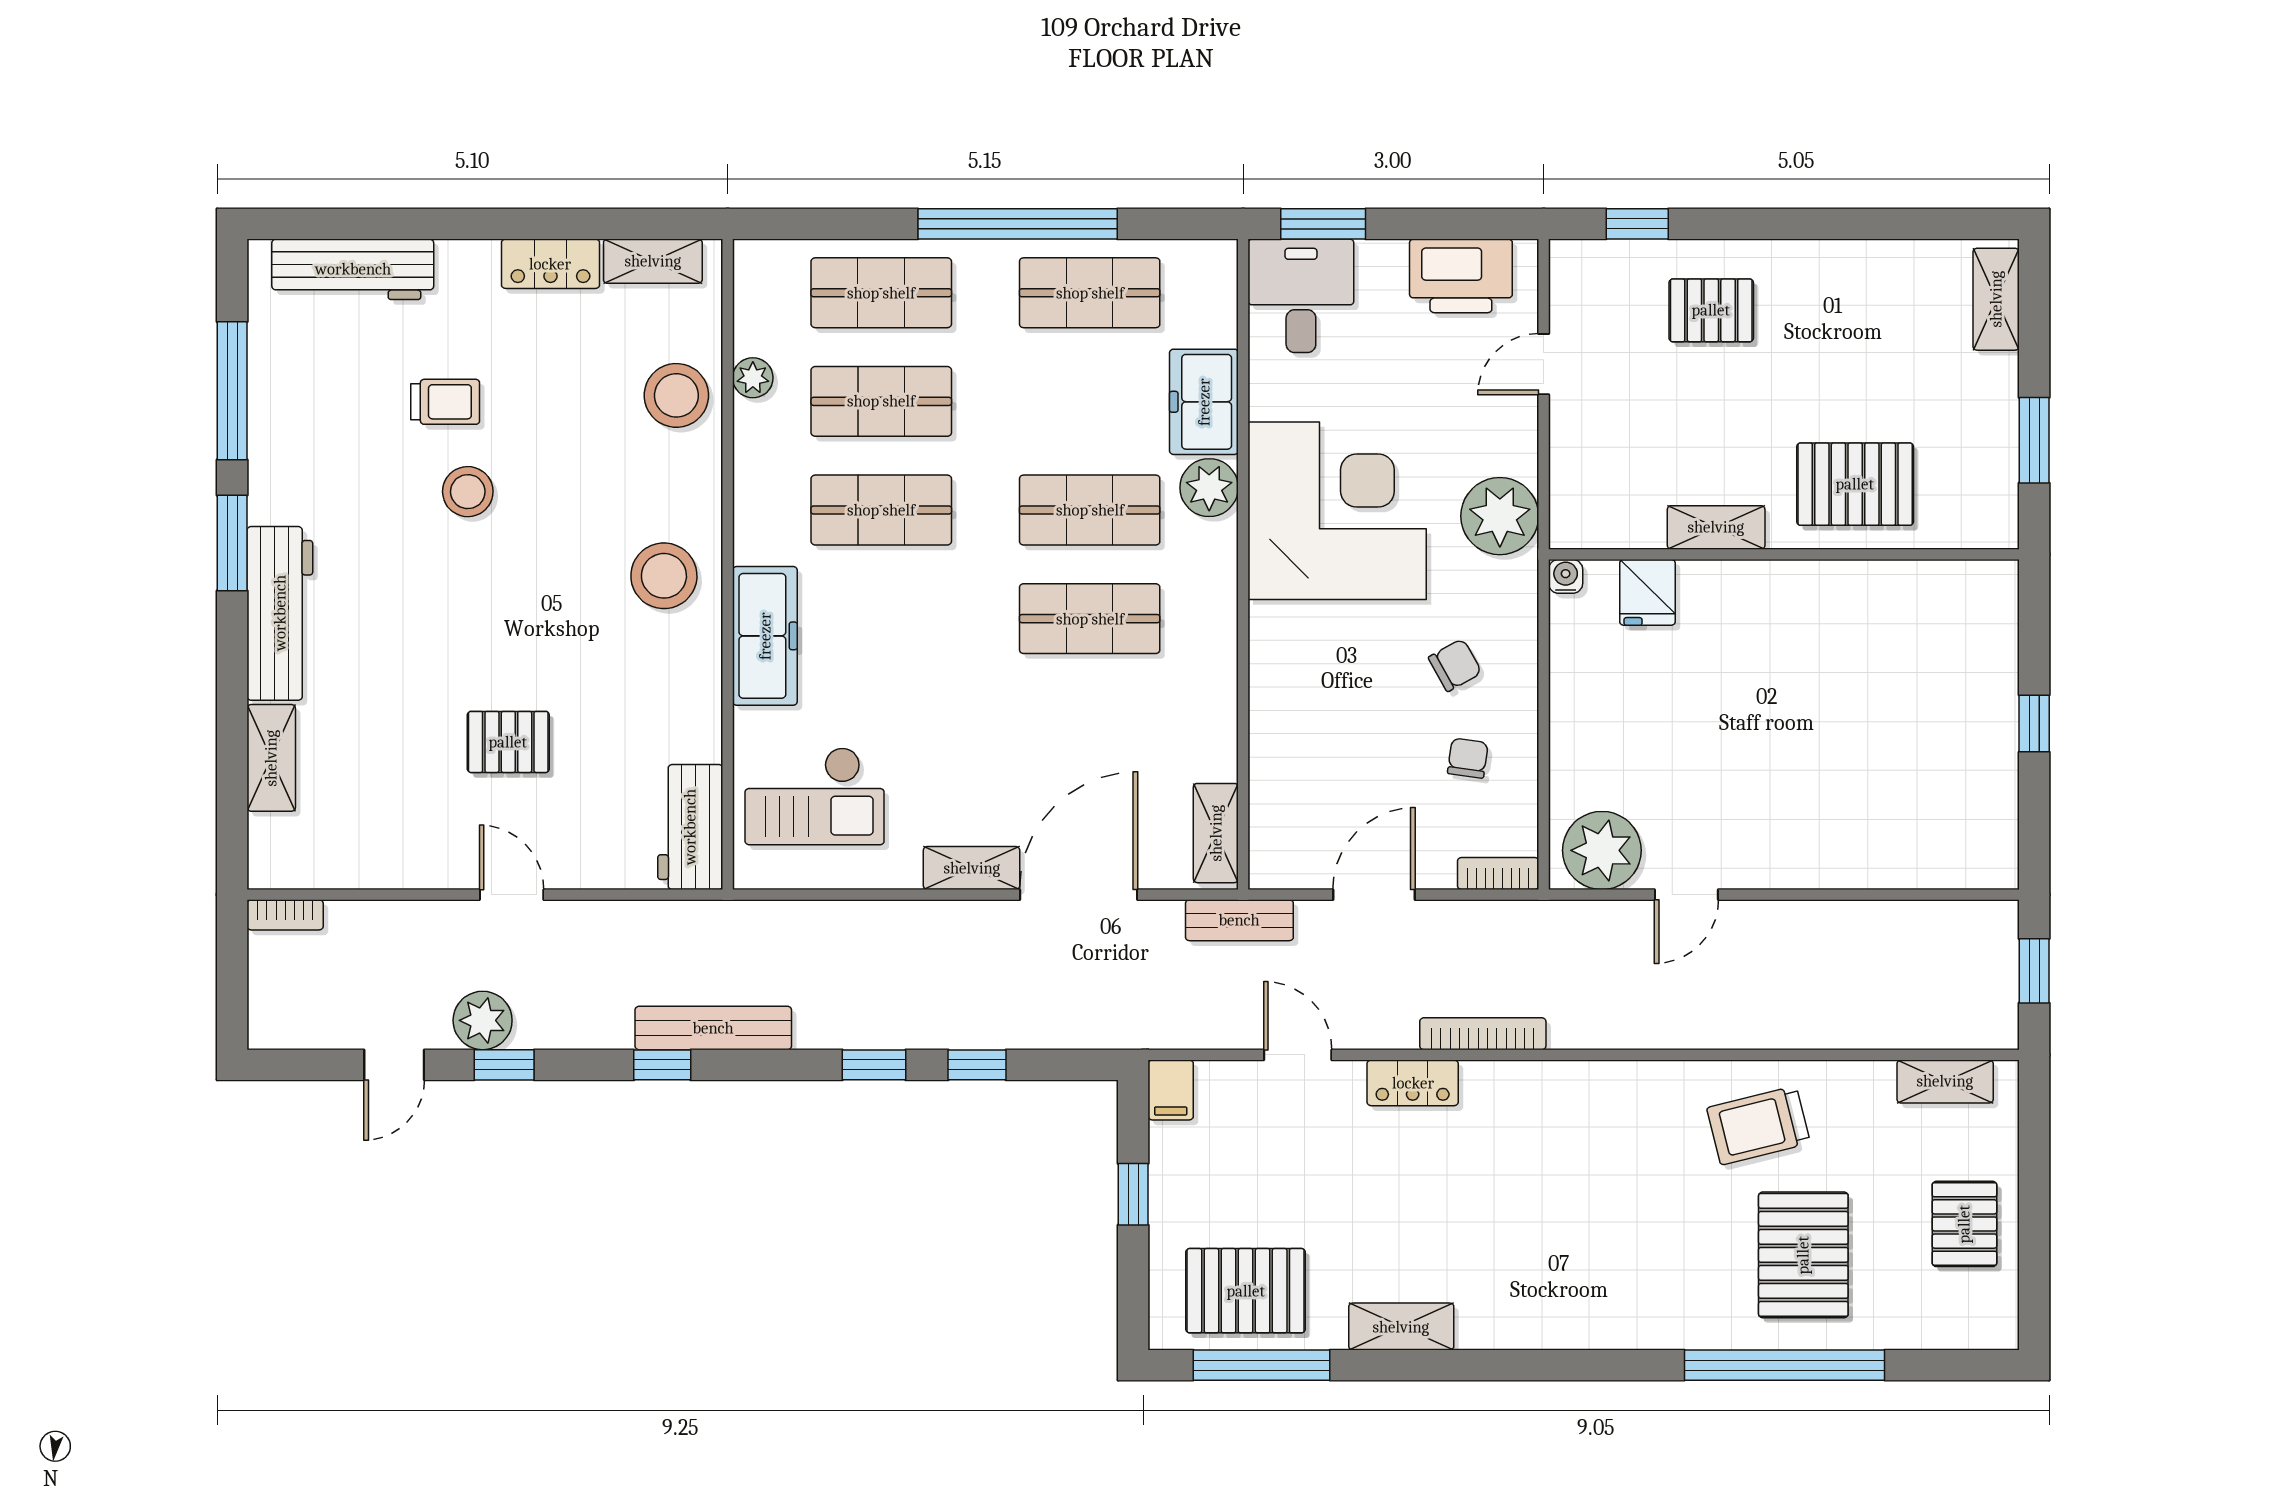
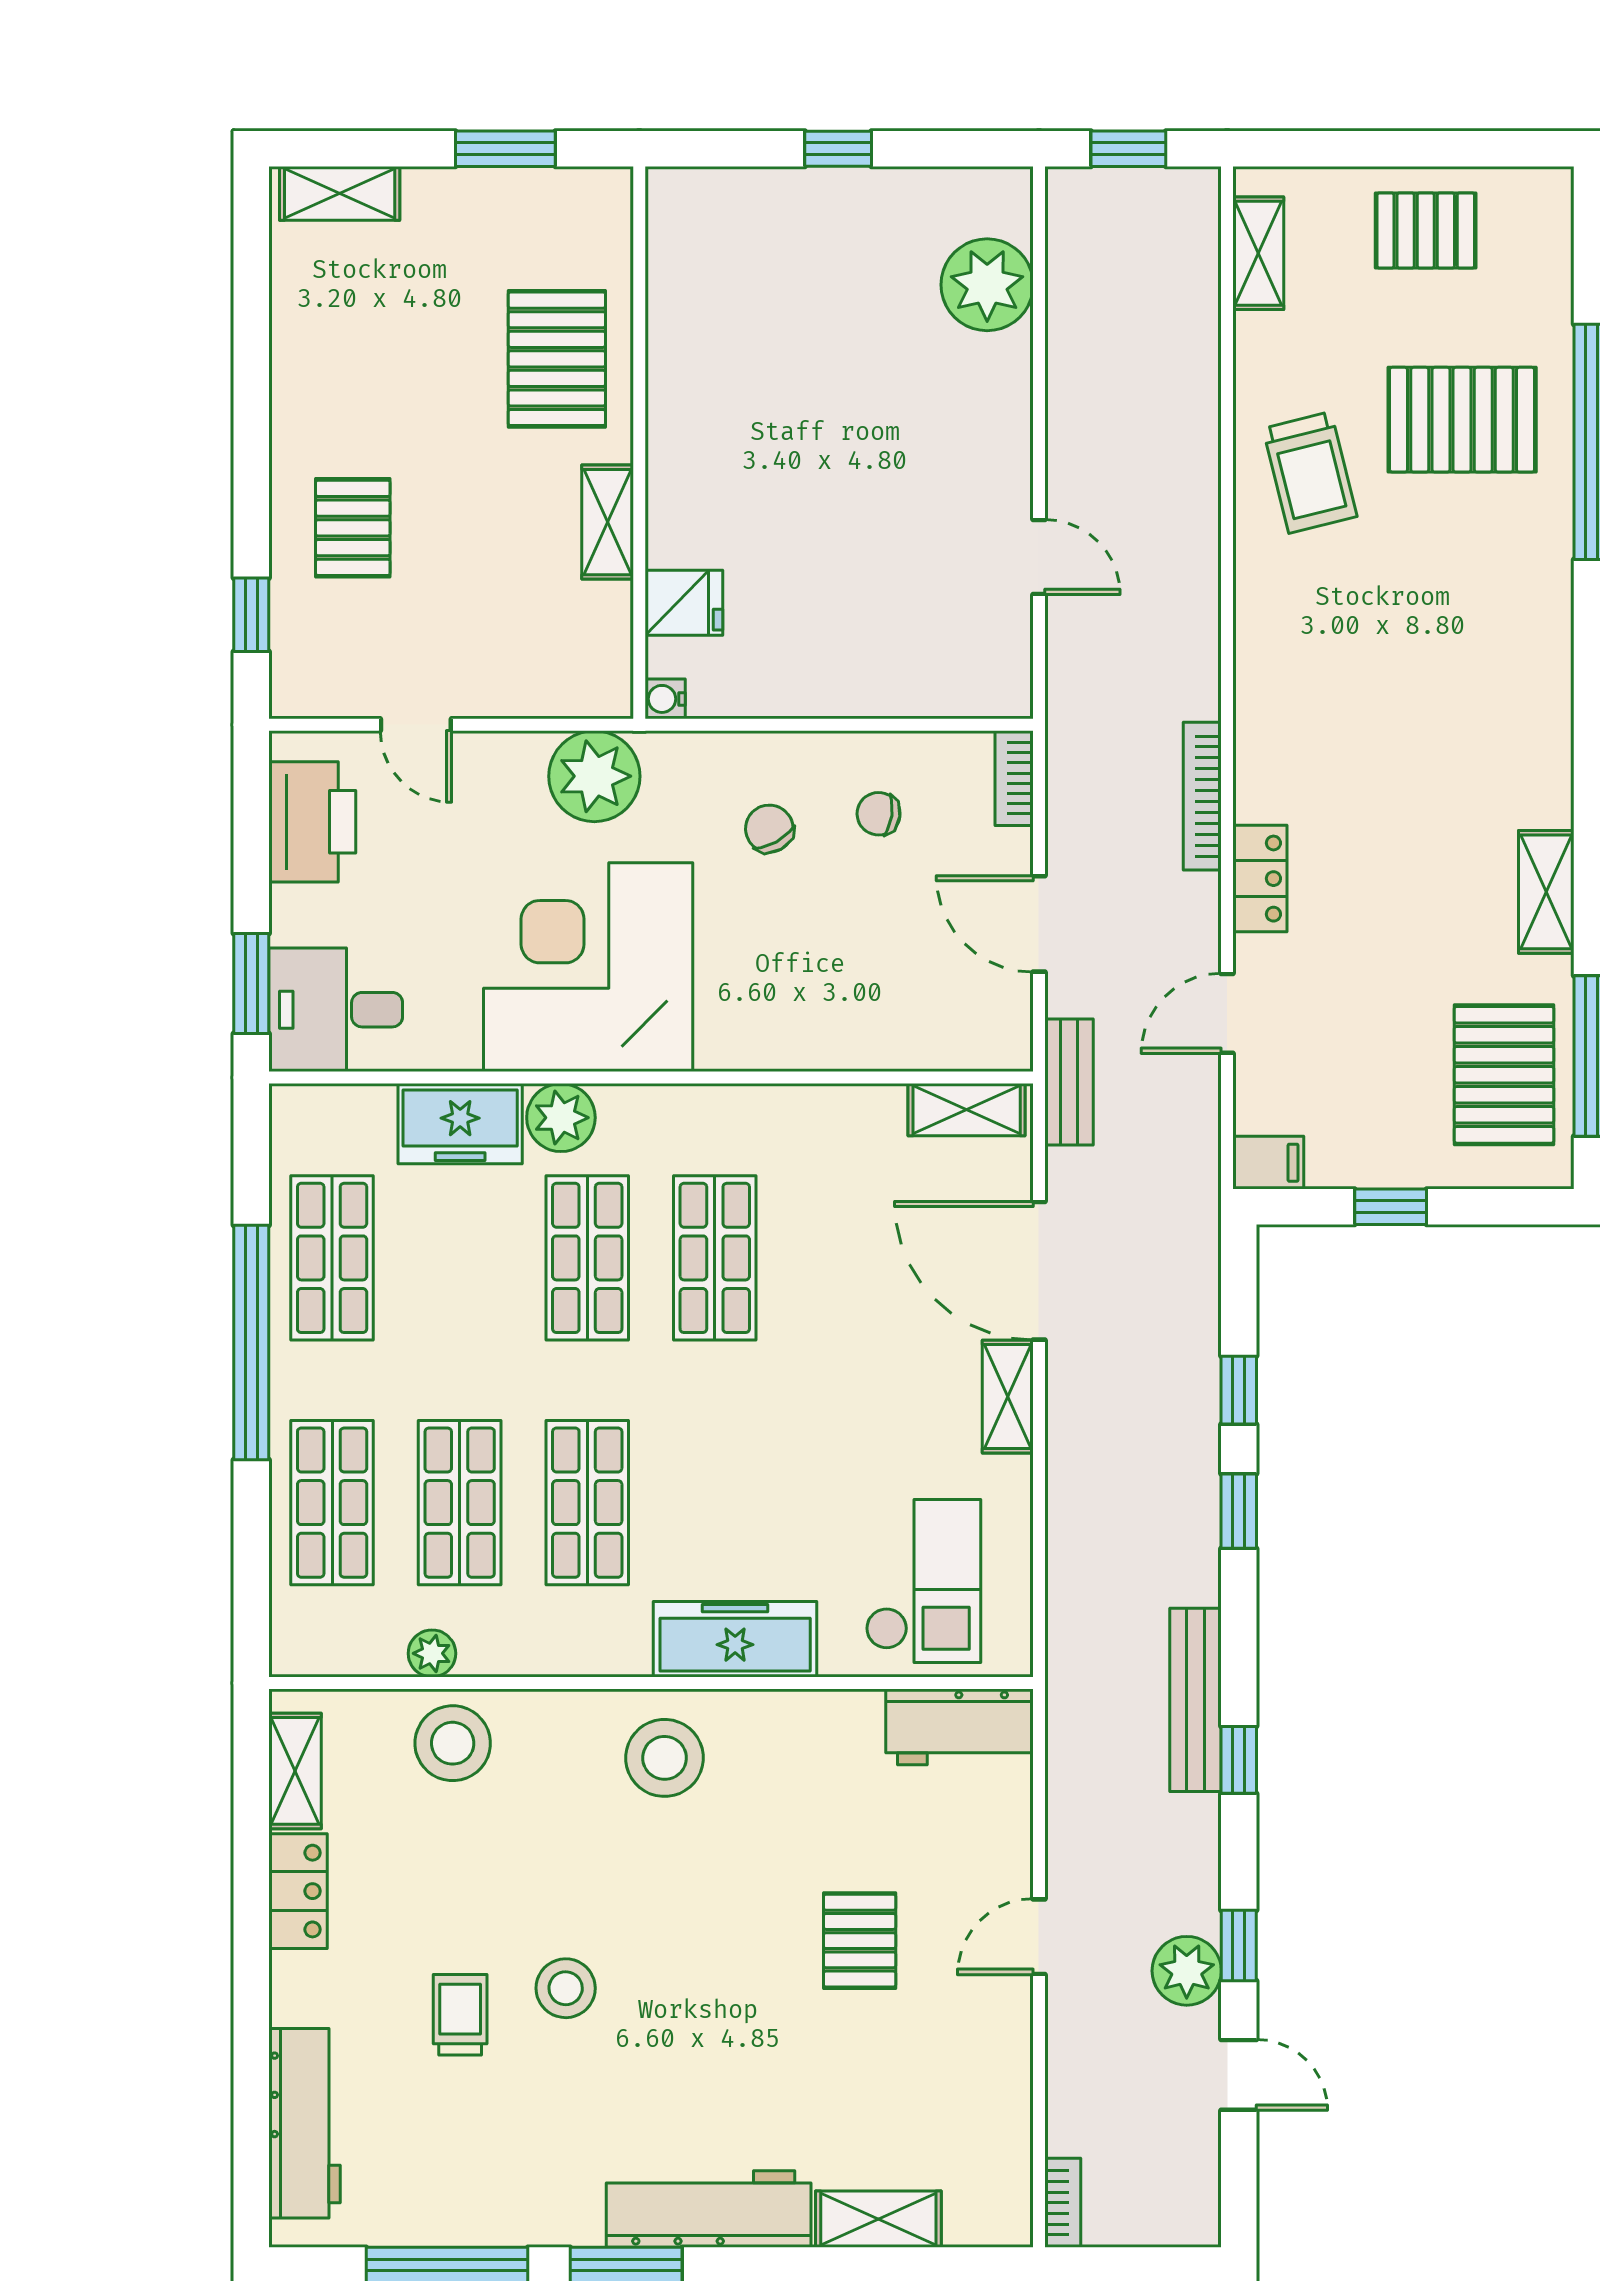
plant: (1602, 850) -> (987, 285), moved

